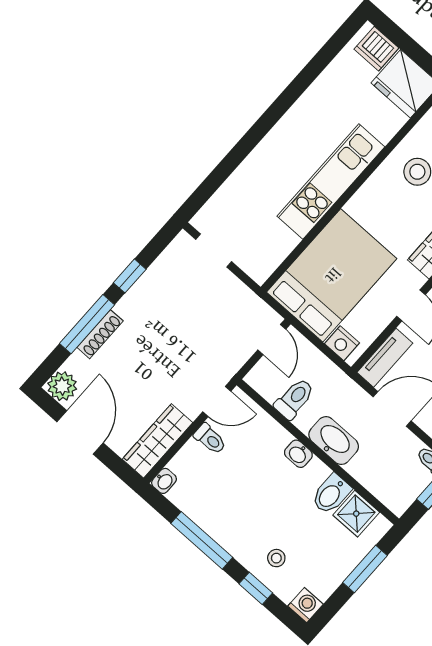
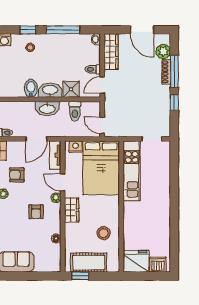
kitchen unit: (331, 182) -> (132, 171), moved
plant: (62, 386) -> (163, 51), moved
washbasin: (298, 454) -> (50, 90), width x1.91, depth x1.45
shower: (356, 514) -> (71, 89), moved

